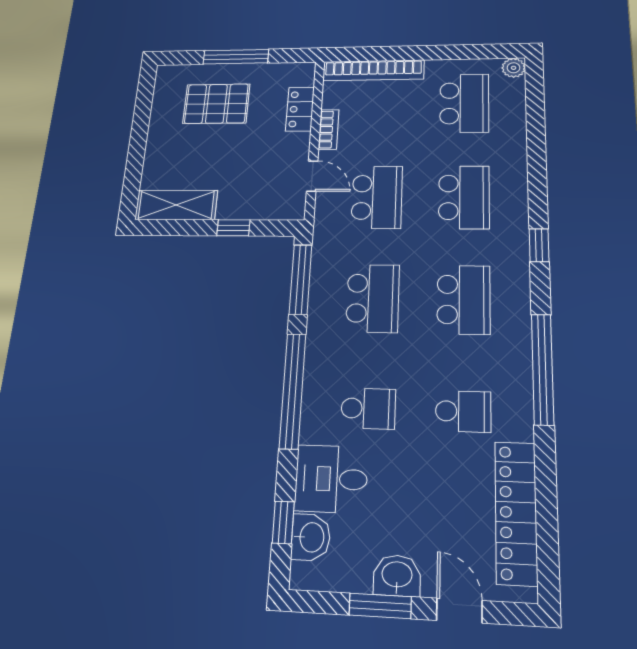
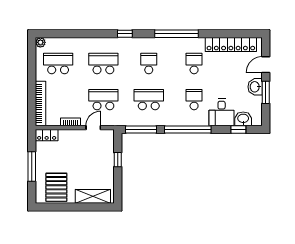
pallet: (216, 104) -> (56, 187), moved
locker: (300, 109) -> (47, 135), moved
shelving: (176, 205) -> (93, 196), moved, turned 90
school desk: (464, 300) -> (149, 64), width x0.54

